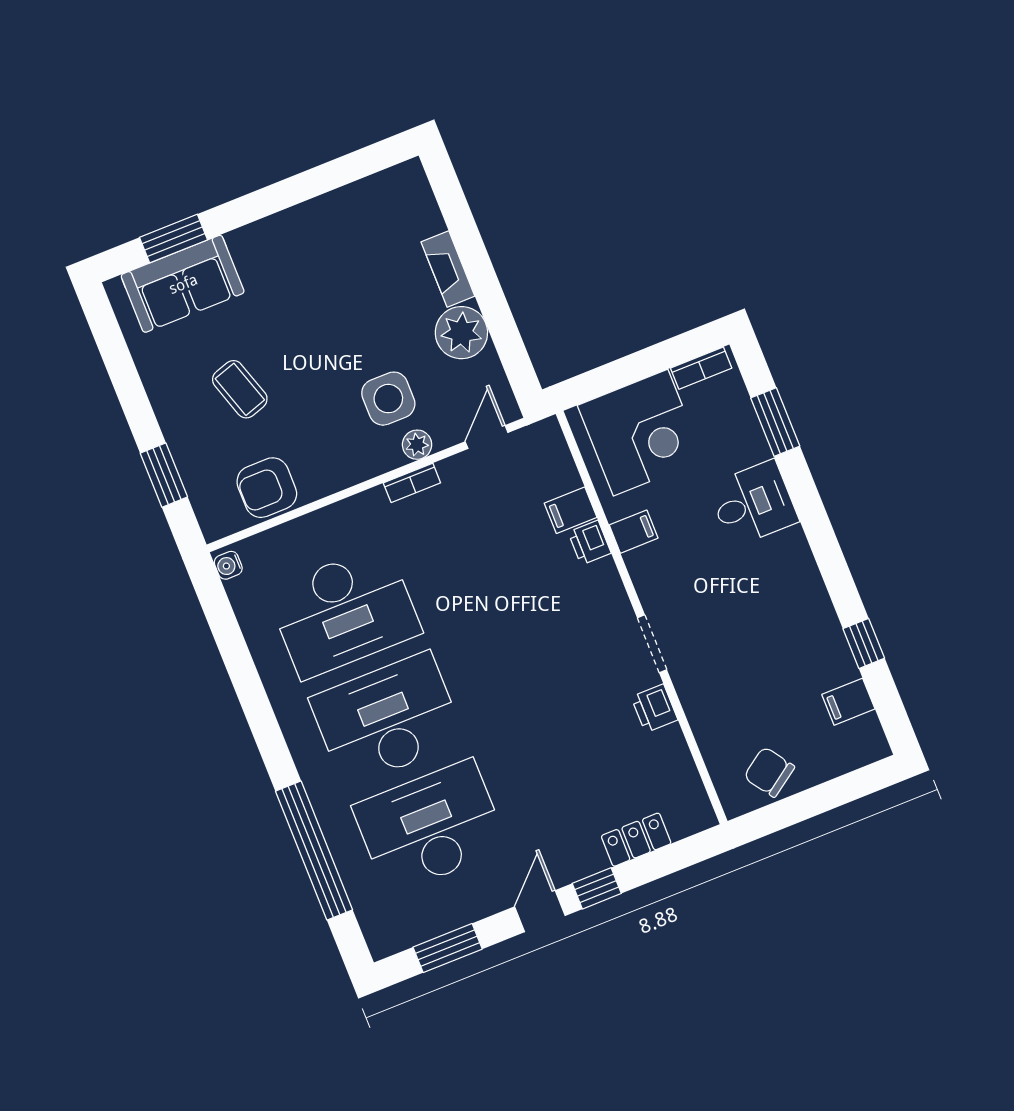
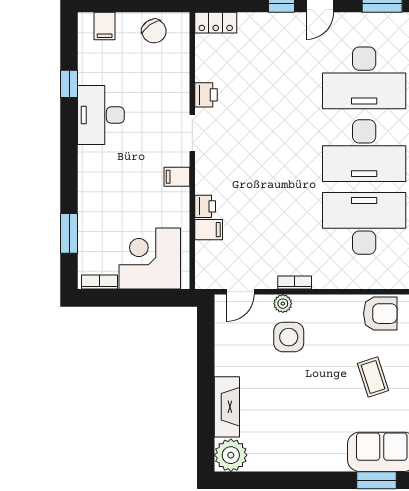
fireplace: (448, 269) -> (227, 407), width x1.37, depth x1.32
plant: (461, 333) -> (231, 455), moved
desk: (753, 503) -> (101, 115), moved, width x1.37
filing cabinet: (634, 532) -> (177, 177), moved
filing cabinet: (848, 702) -> (105, 26), moved, turned 90
locker: (636, 840) -> (216, 23), moved

